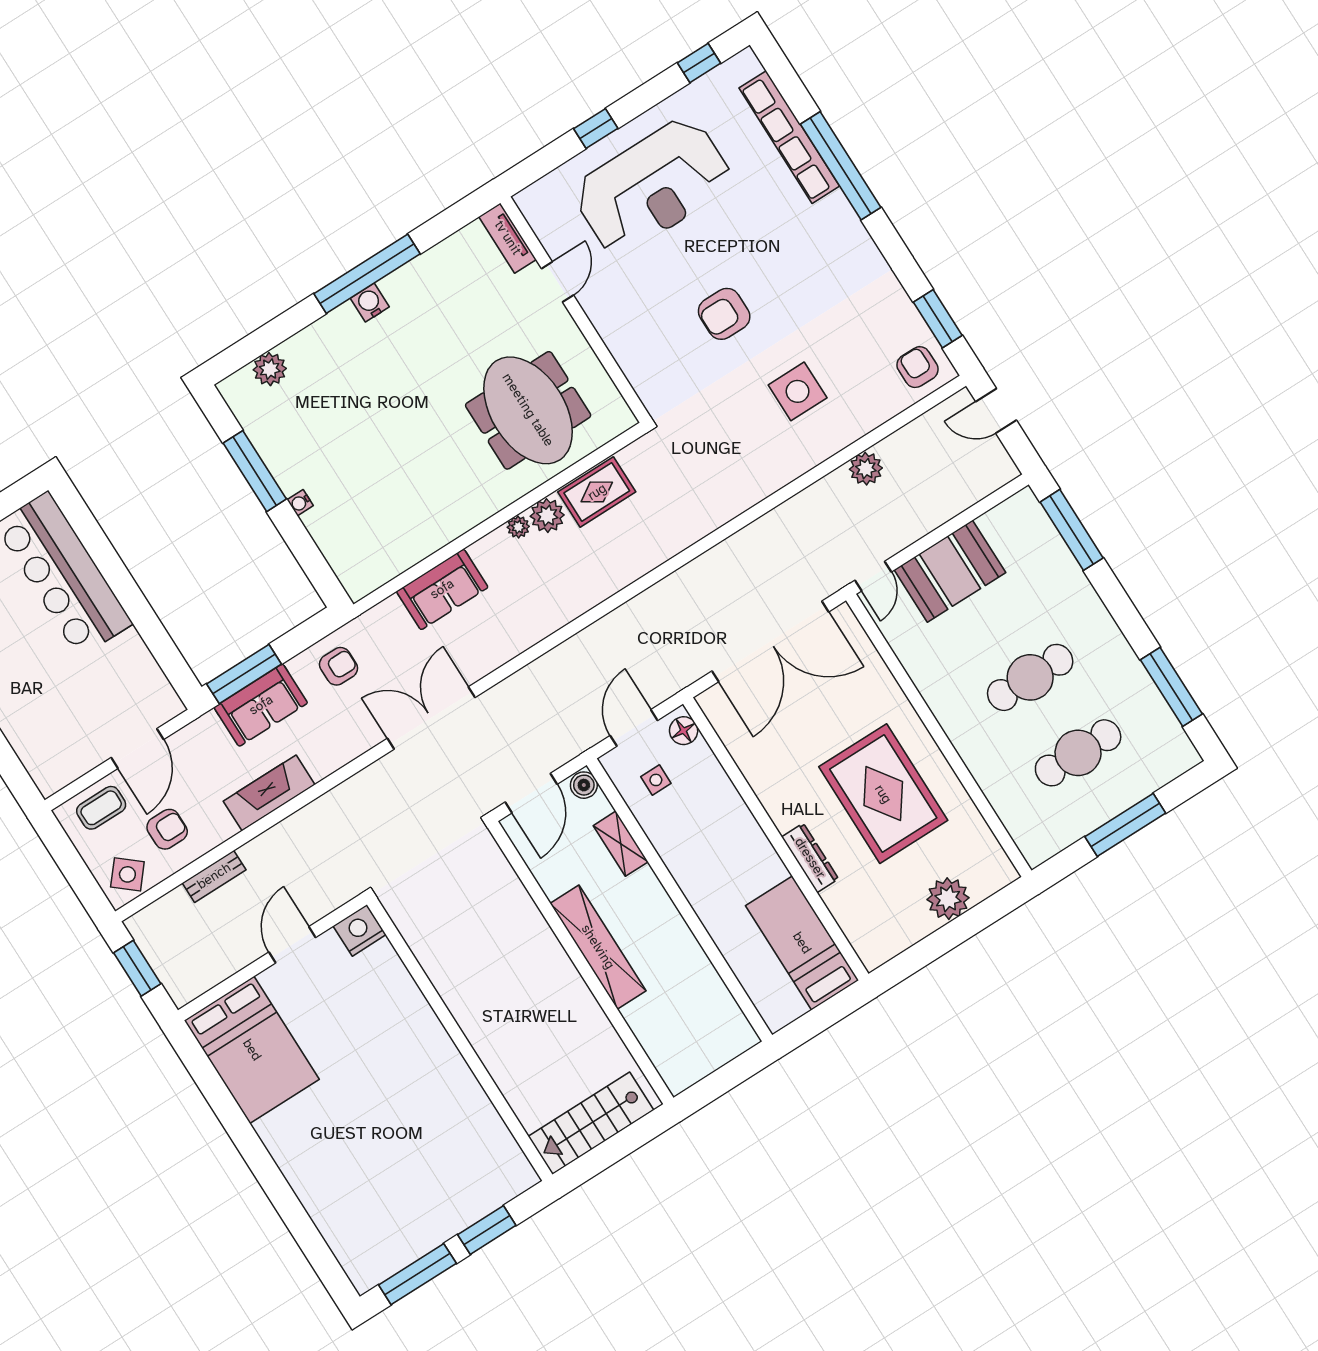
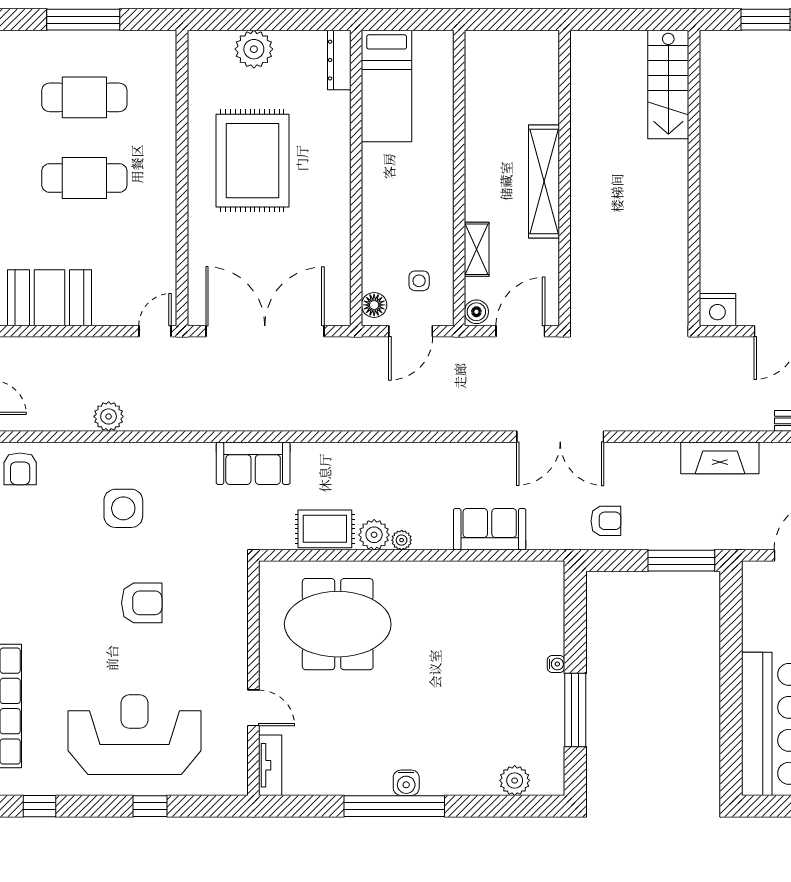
door: (557, 282) -> (253, 708), swing flipped
meeting table: (528, 410) -> (338, 624), turned 90
booth: (950, 571) -> (50, 298), moved
armchair: (338, 666) -> (606, 521), turned 180
sofa: (261, 705) -> (253, 463), moved, turned 180
dresser: (810, 858) -> (339, 60), moved
stairs: (591, 1123) -> (668, 84), moved, turned 90

